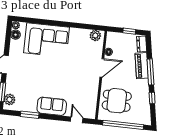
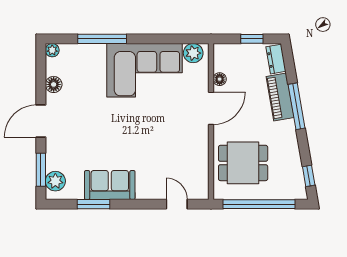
window: (45, 22) -> (102, 39), added
floor lamp: (16, 35) -> (54, 84), moved
corner sofa: (47, 40) -> (144, 70), moved
window: (152, 98) -> (309, 176), moved
sofa: (52, 106) -> (110, 185), moved

